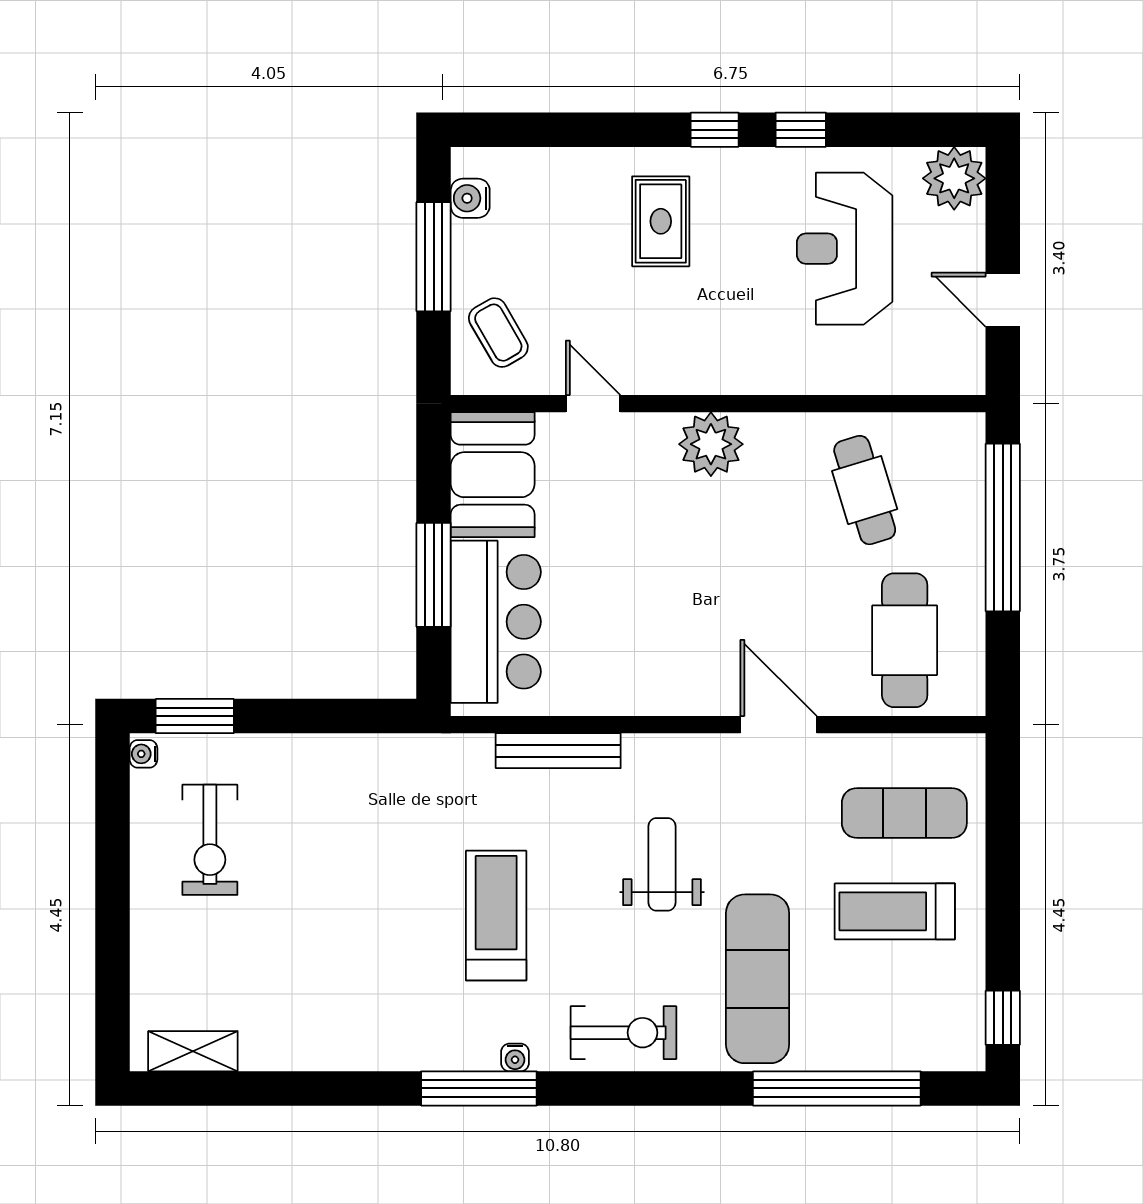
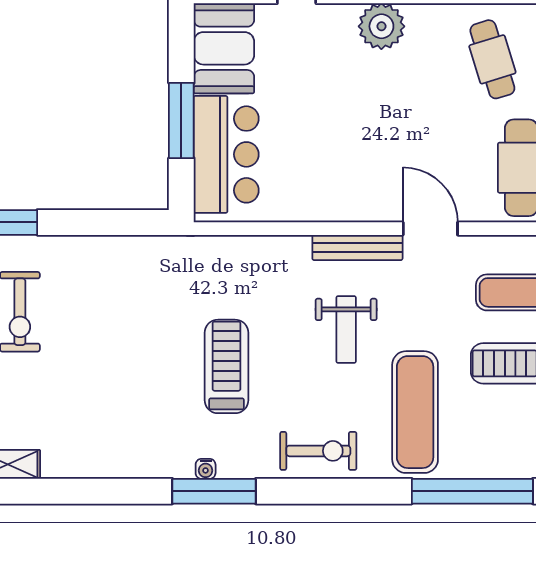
bench: (558, 751) -> (357, 247), moved
weight bench: (662, 864) -> (346, 329), turned 180
water cooler: (515, 1057) -> (206, 469), moved

